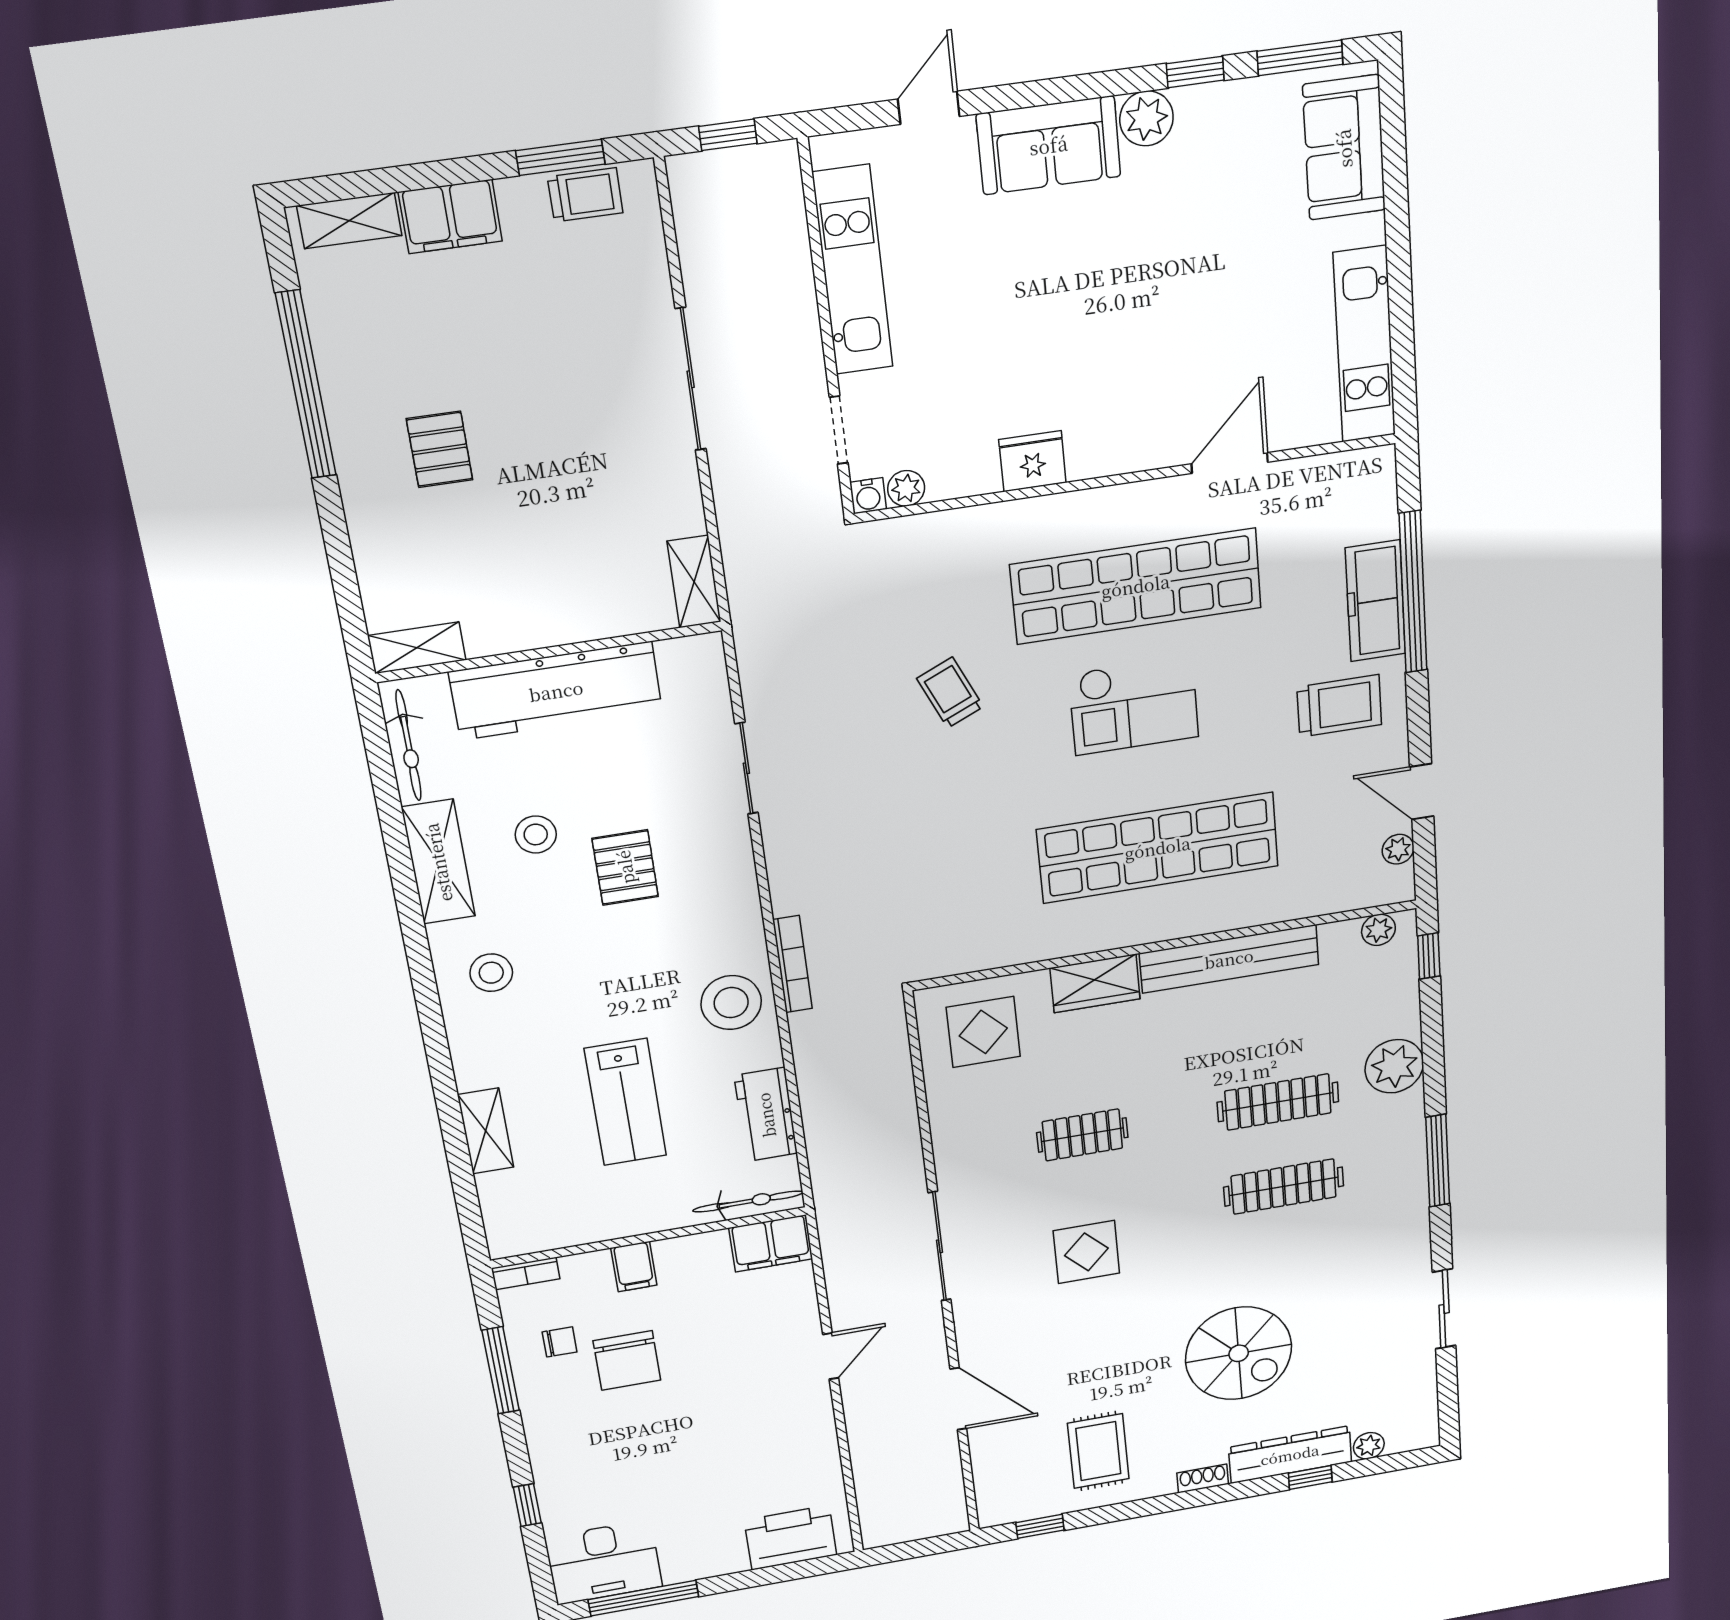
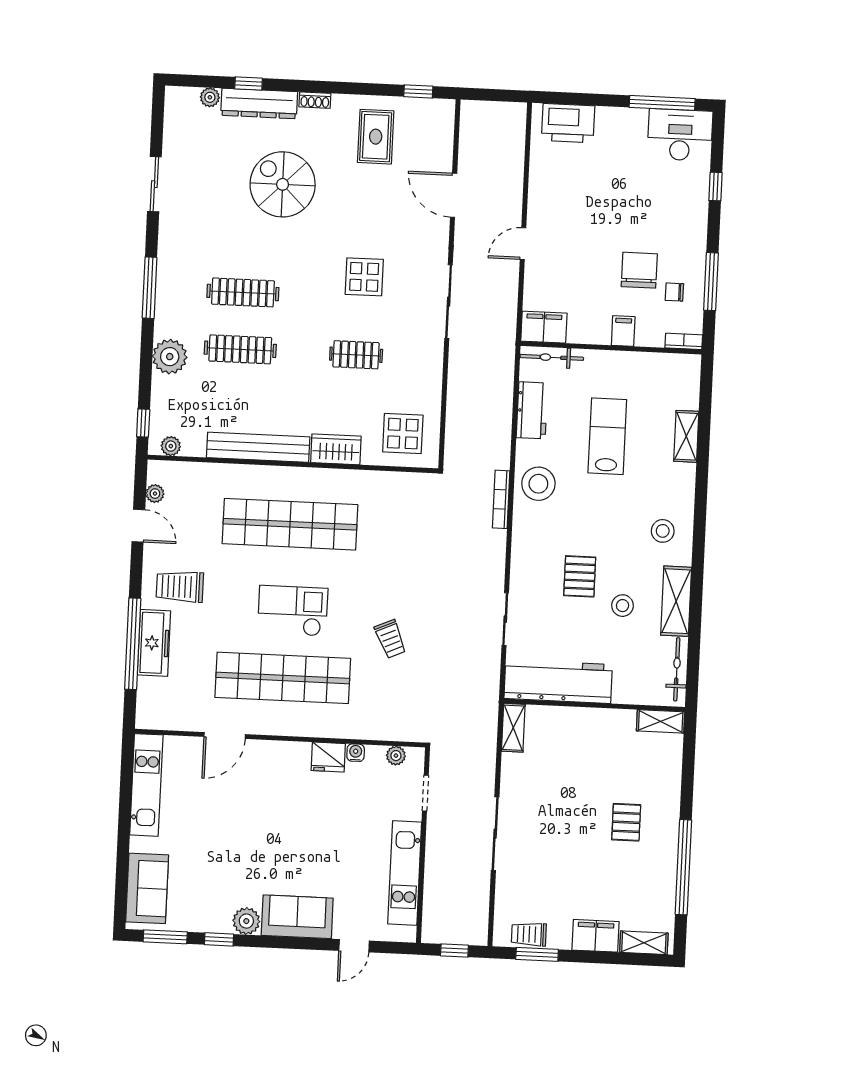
water cooler: (868, 496) -> (356, 753), moved
workbench: (556, 691) -> (558, 682), moved

